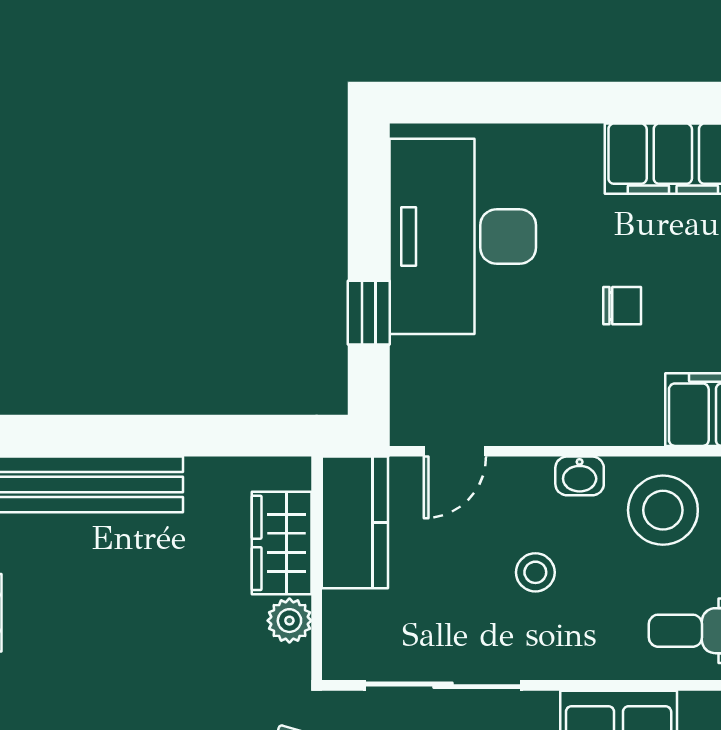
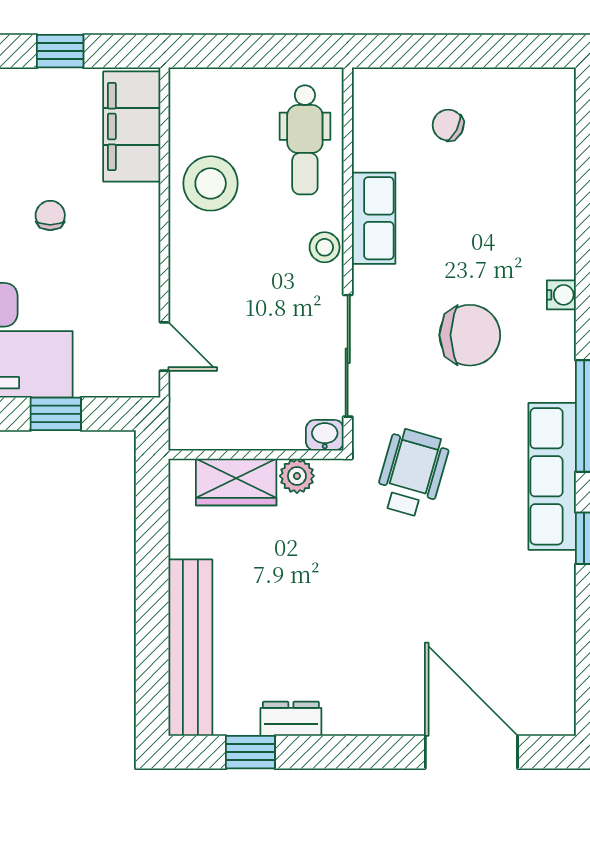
washbasin: (580, 476) -> (325, 435), moved, turned -90
kitchen counter: (355, 522) -> (220, 425), removed
stool: (535, 572) -> (325, 247), moved

